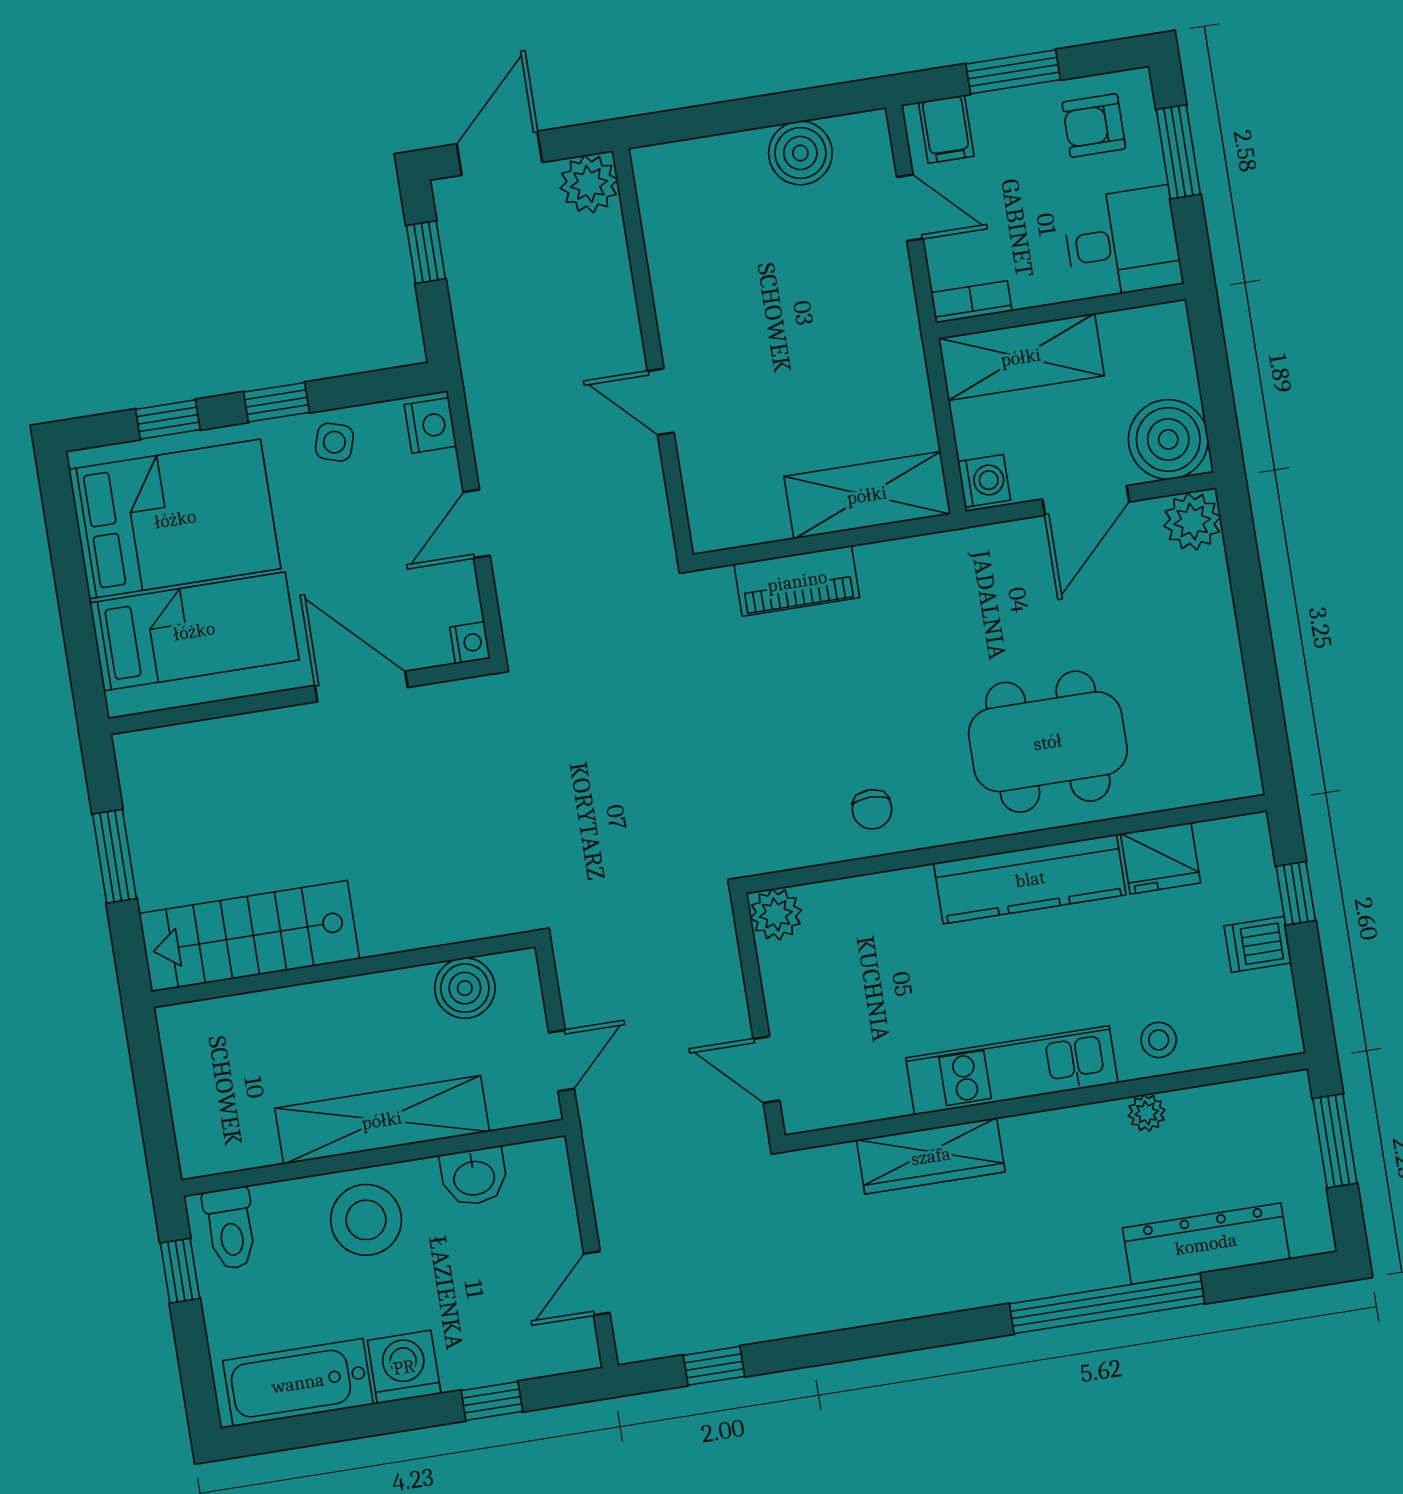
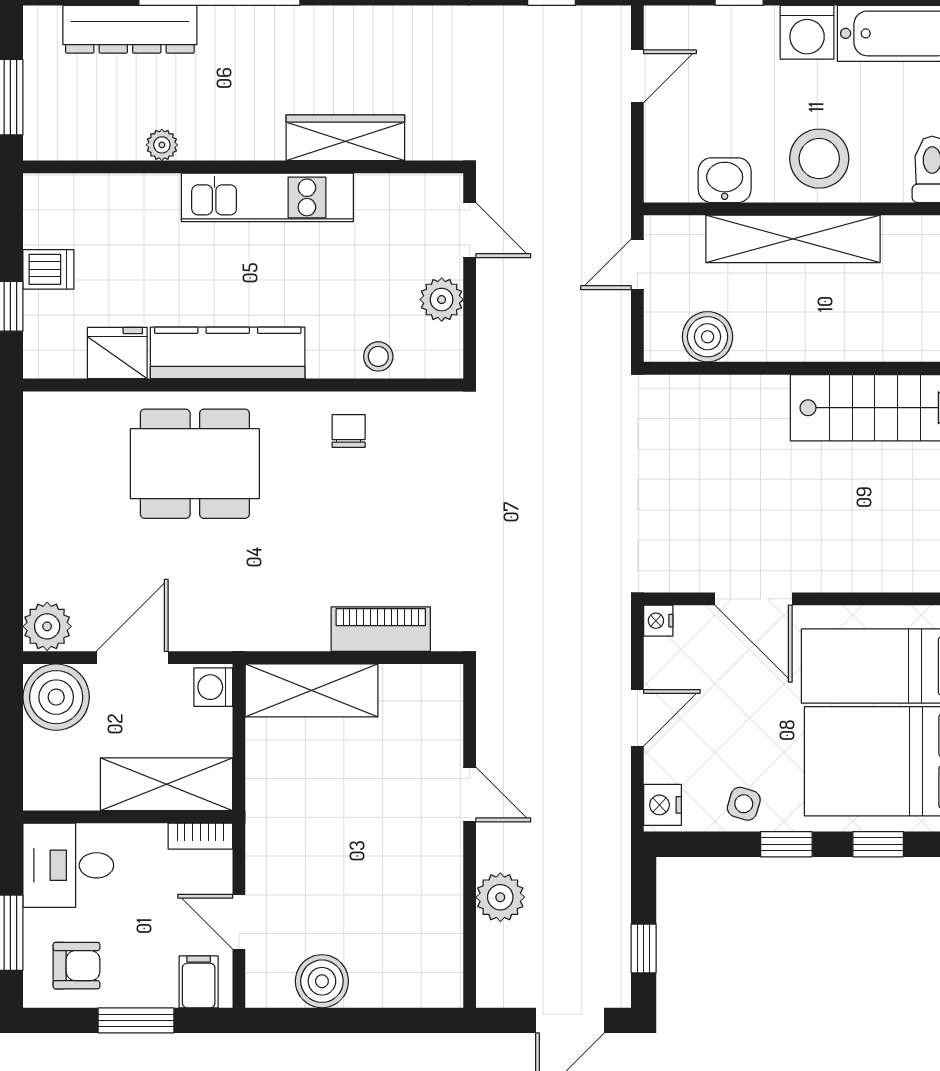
plant: (589, 184) -> (500, 897), moved
plant: (776, 914) -> (442, 300), moved
stool: (1159, 1040) -> (378, 356), moved

